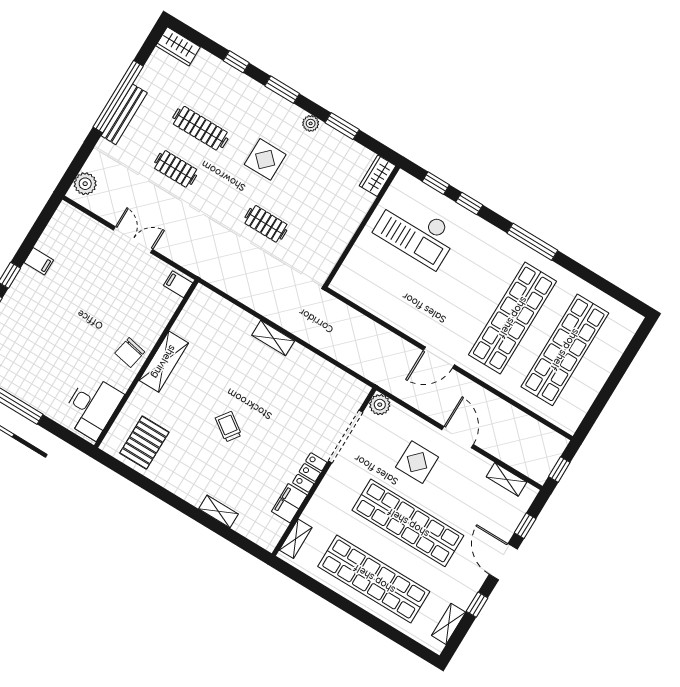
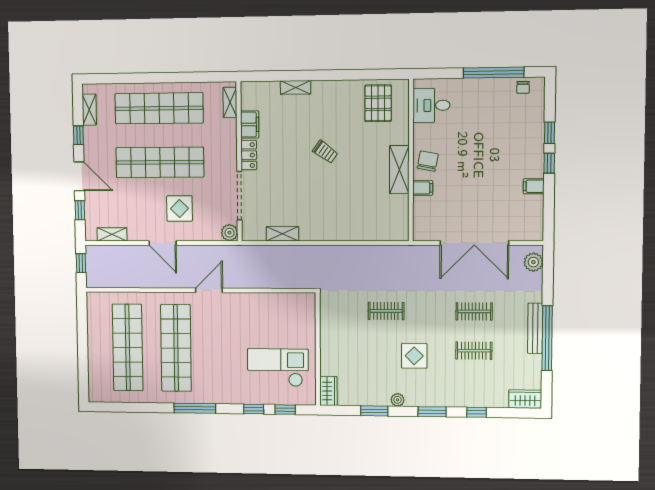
clothes rail: (200, 128) -> (474, 351), width x0.73
double door: (133, 240) -> (474, 243), width x1.87
filing cabinet: (178, 284) -> (423, 188), moved
shelving: (273, 338) -> (282, 234), moved
desk: (92, 407) -> (431, 105), width x0.73

